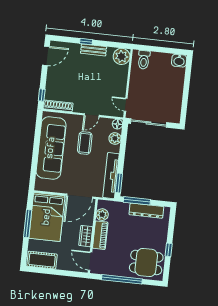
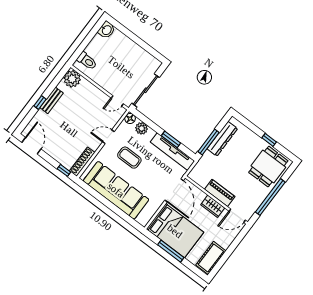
door: (92, 115) -> (108, 137), swing flipped
window: (119, 183) -> (171, 139), moved
plant: (102, 215) -> (202, 180), removed

